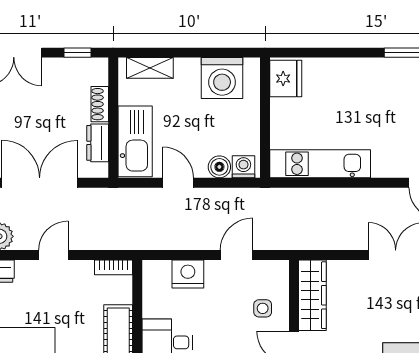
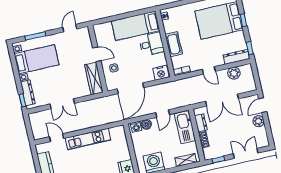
kitchen unit: (320, 164) -> (88, 139), moved
door: (178, 183) -> (162, 114), hinge flipped
door: (53, 255) -> (209, 70), hinge flipped
door: (237, 255) -> (130, 88), width x1.88
nightstand: (188, 274) -> (161, 73), moved

